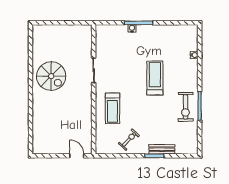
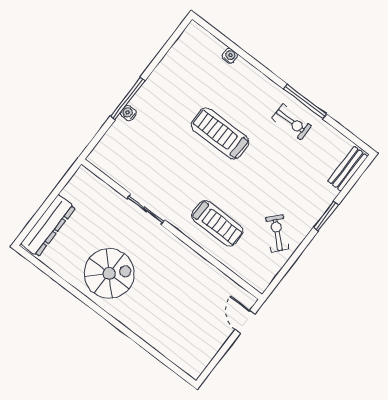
dresser: (52, 31) -> (48, 226), added
exercise bike: (185, 107) -> (292, 122), width x0.73, depth x0.72
bench: (162, 149) -> (348, 169), moved
door: (77, 156) -> (245, 322), hinge flipped

